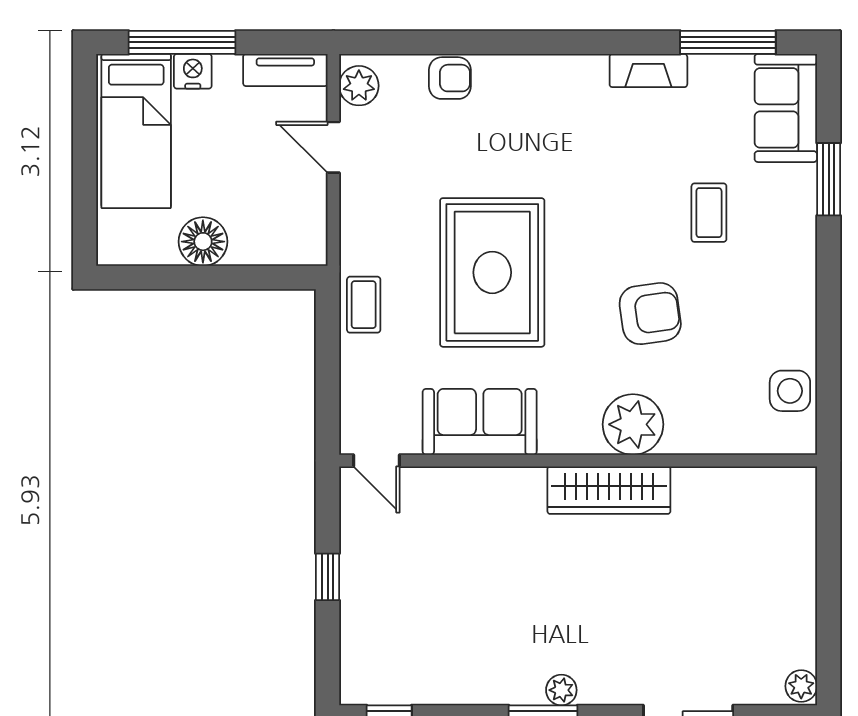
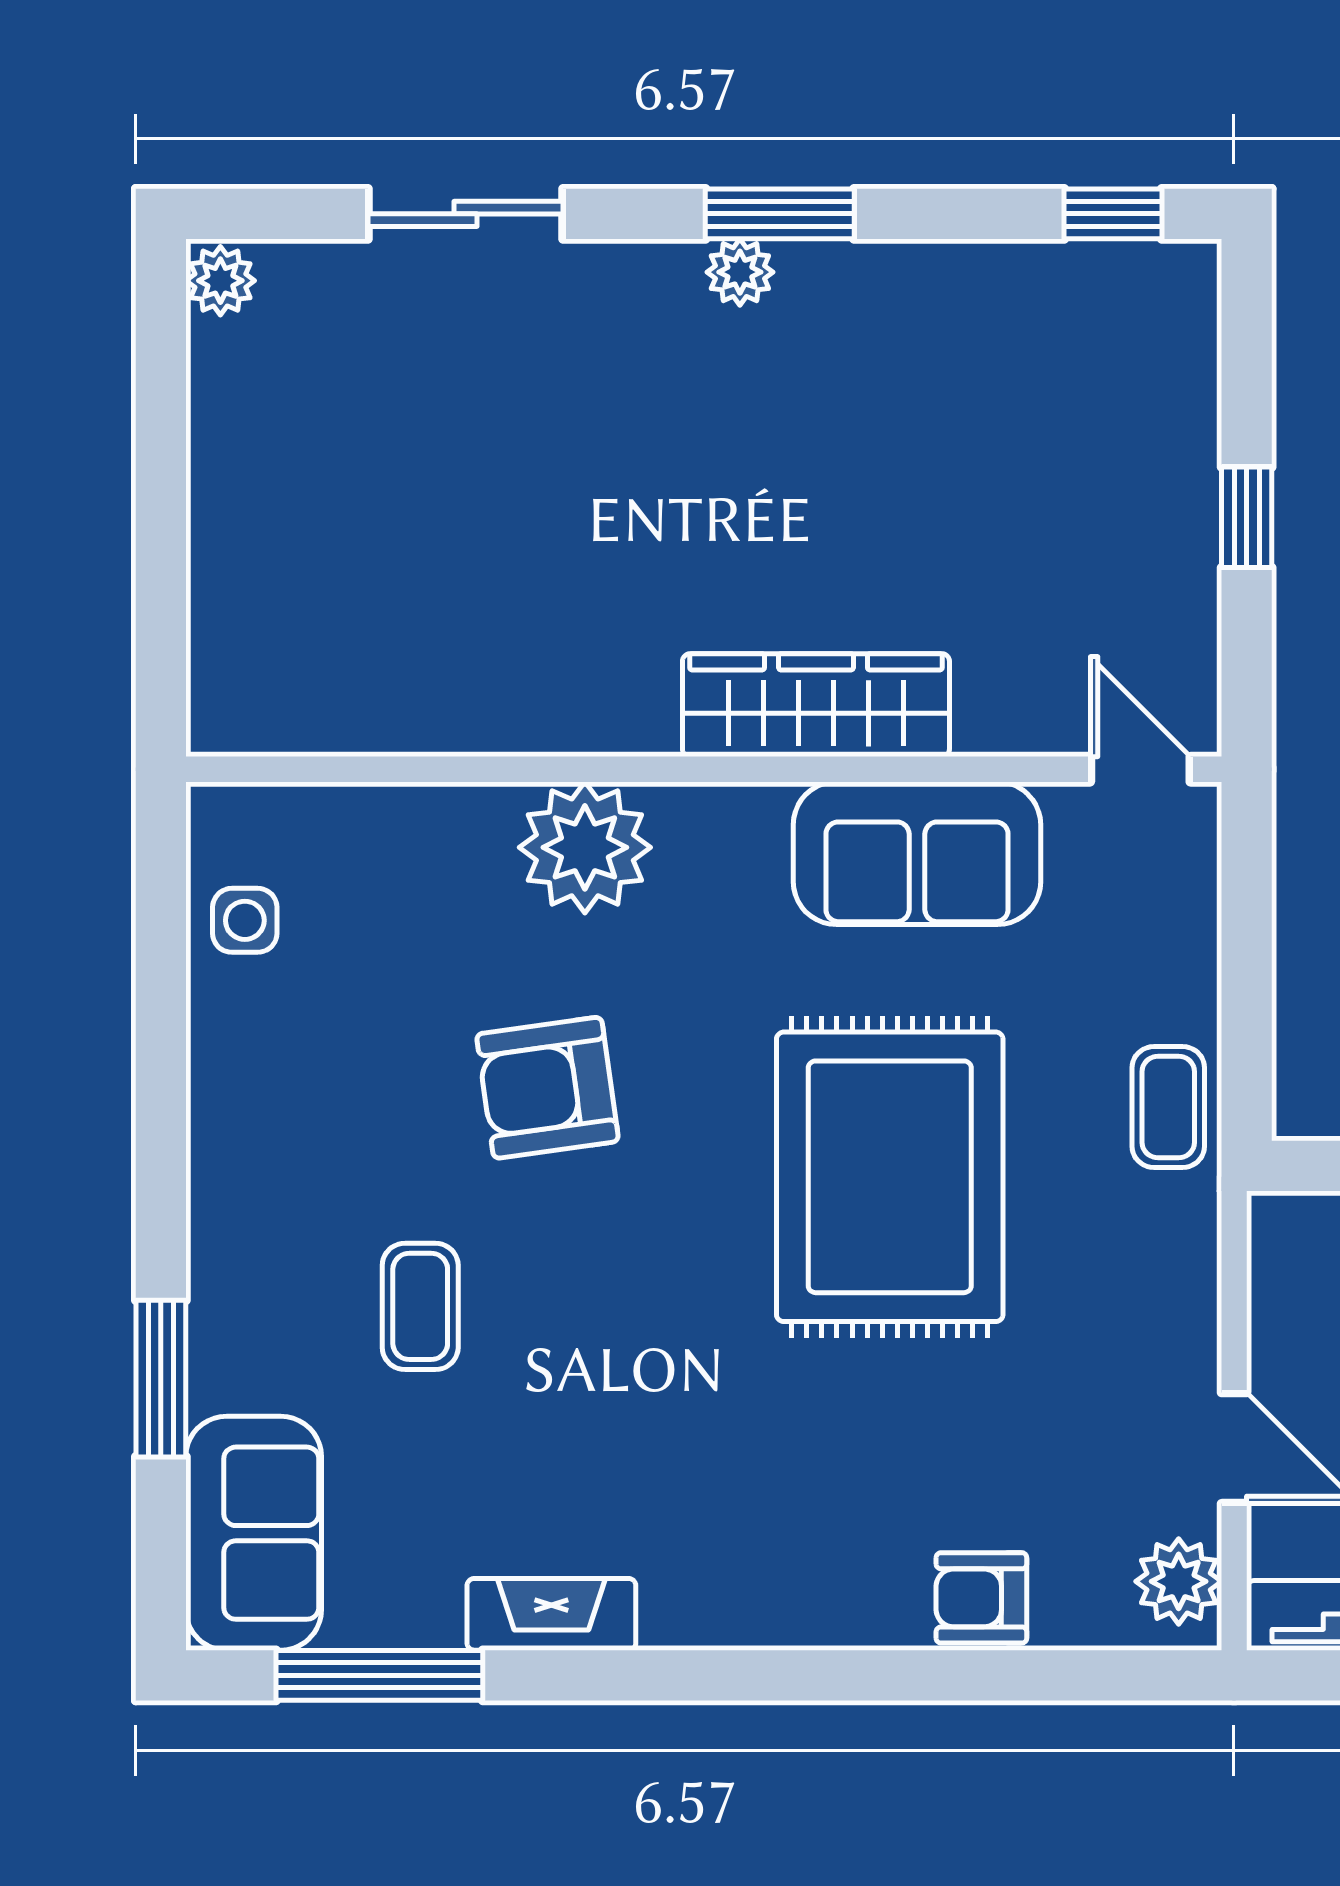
side table: (790, 391) -> (245, 920), width x0.73, depth x0.73
wardrobe: (609, 490) -> (816, 705), moved

